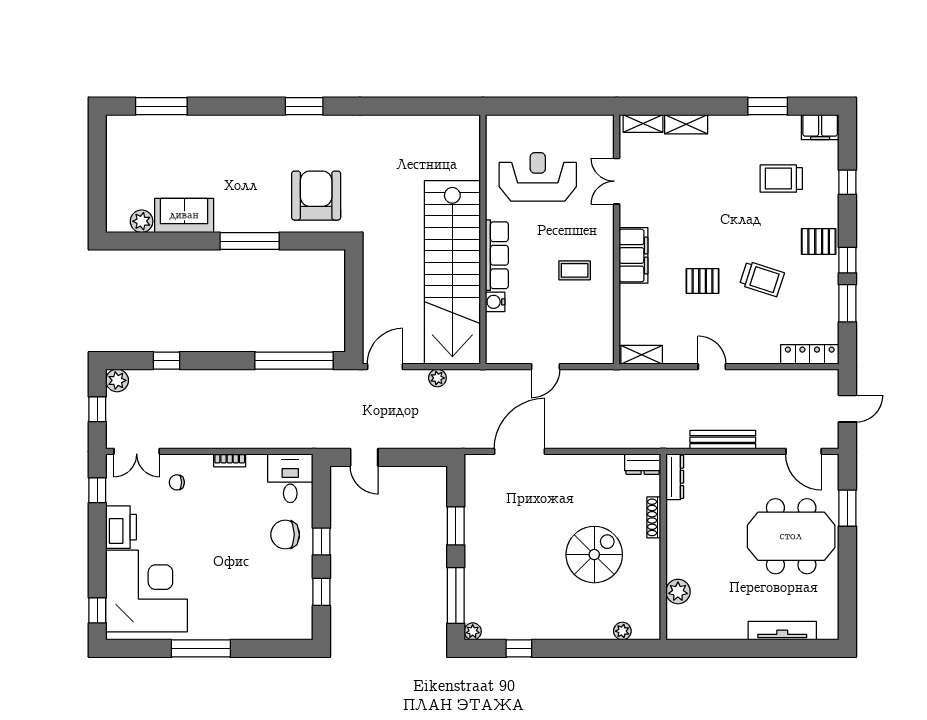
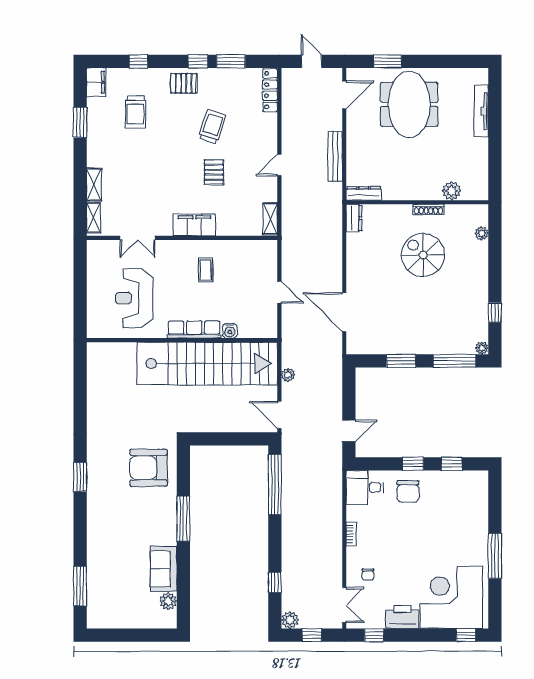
pallet: (819, 241) -> (184, 83), turned 90
shoe rack: (654, 517) -> (428, 209), moved

